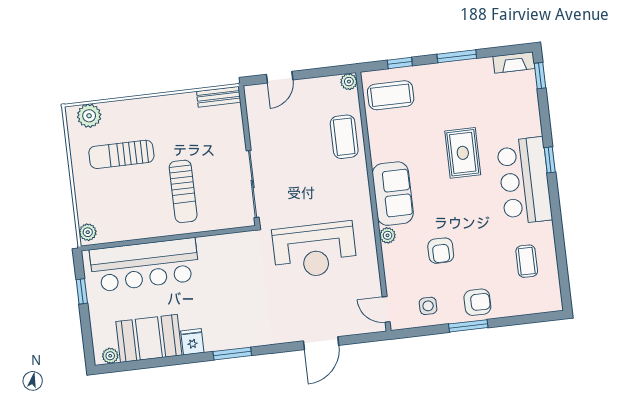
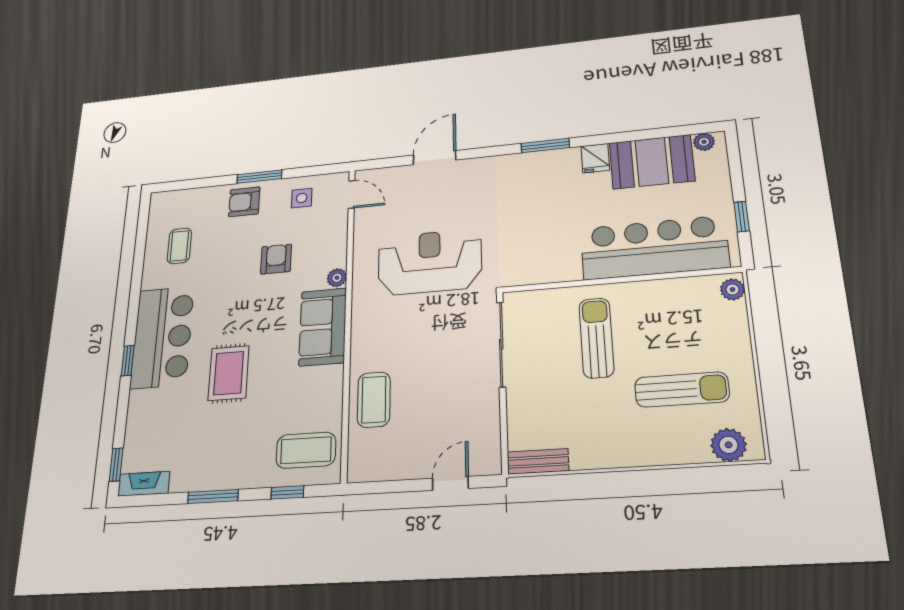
plant: (349, 82) -> (358, 472), removed

